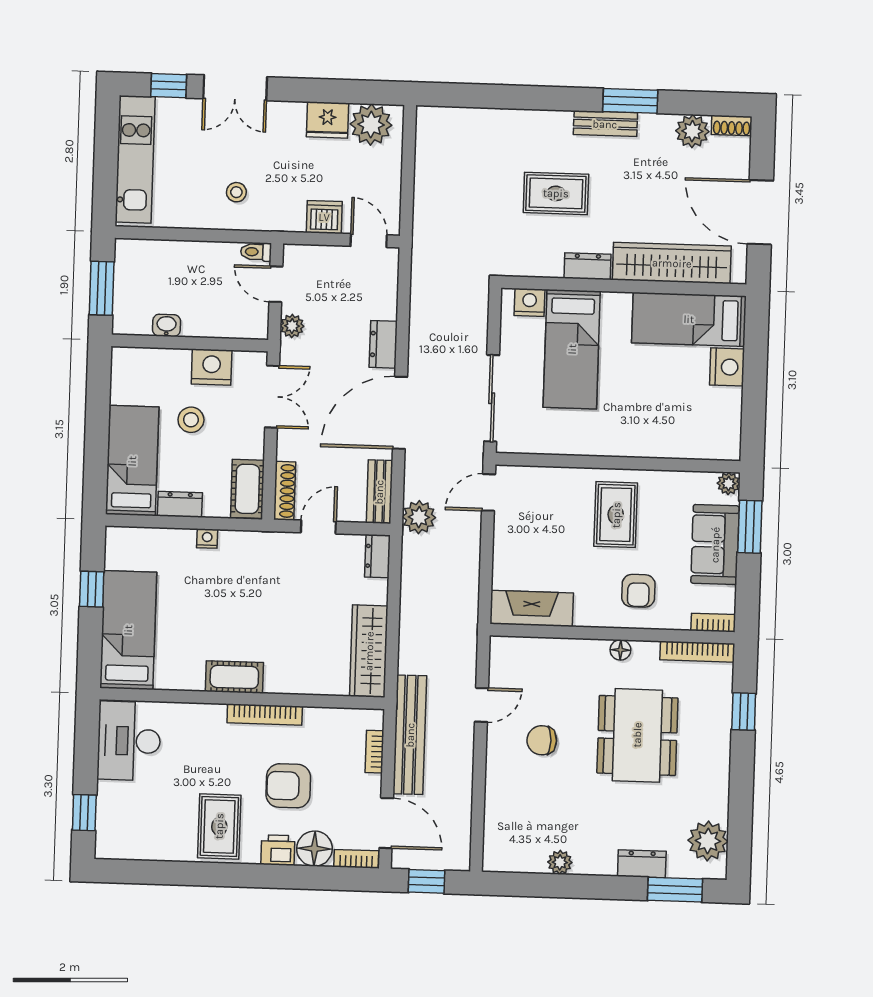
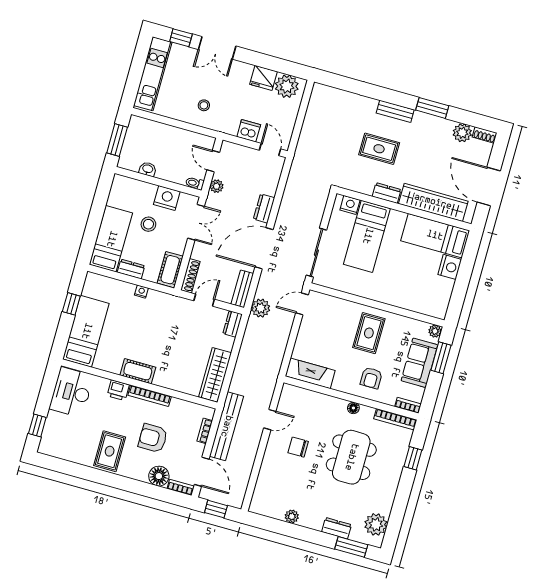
bench: (605, 124) -> (395, 111), moved
toilet: (256, 252) -> (195, 183), moved
printer: (278, 850) -> (118, 390), moved, turned 180

